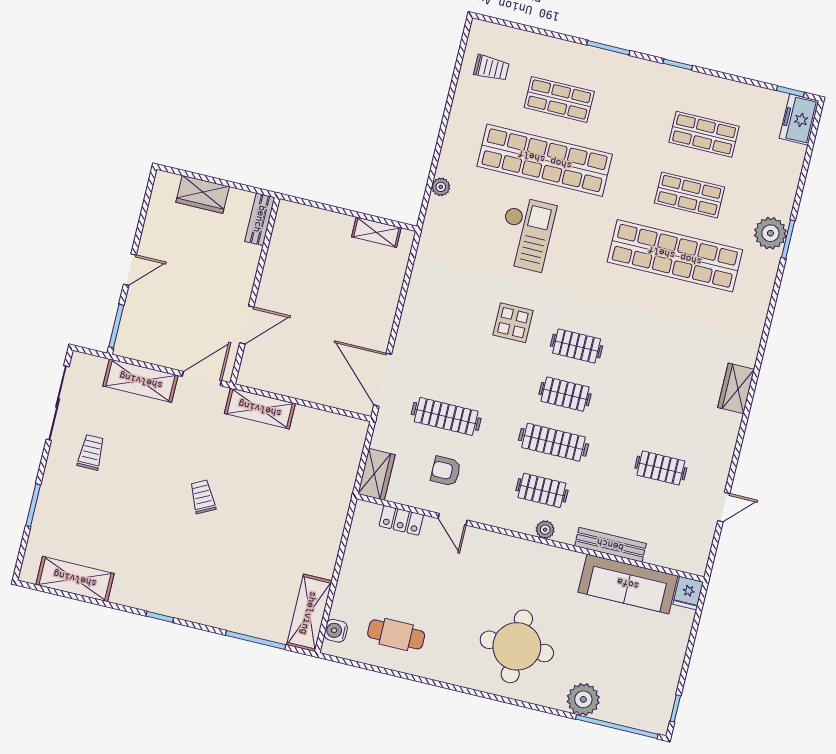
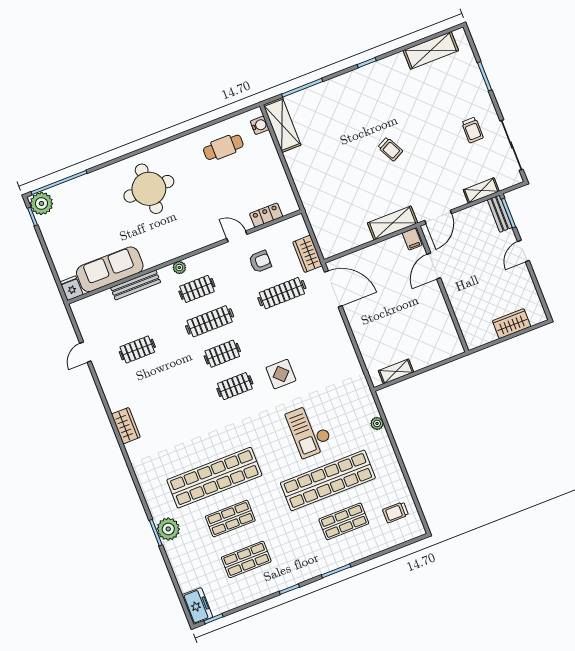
bench: (260, 219) -> (500, 214), moved
filing cabinet: (250, 374) -> (412, 239), added
shelving: (141, 381) -> (481, 191), width x0.67, depth x0.75
wardrobe: (376, 474) -> (308, 254), moved
plant: (583, 699) -> (41, 203), moved

